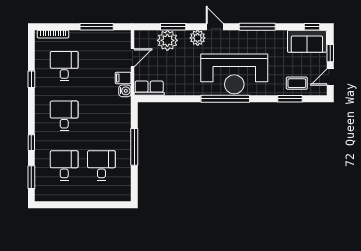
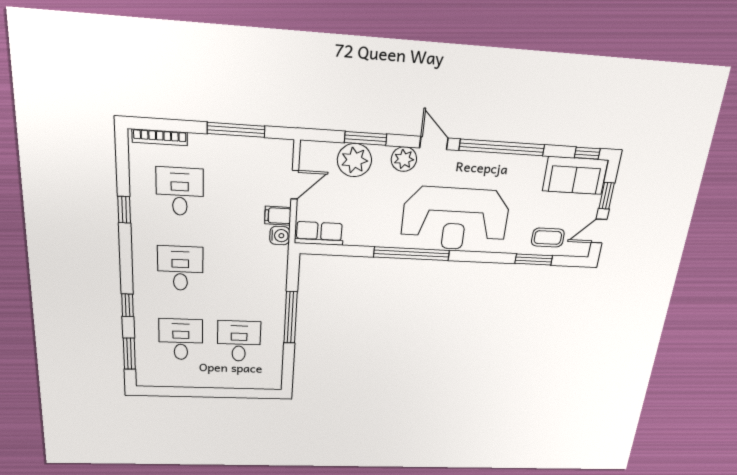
window: (257, 27) -> (502, 147), width x1.46
window: (225, 99) -> (412, 254), moved

